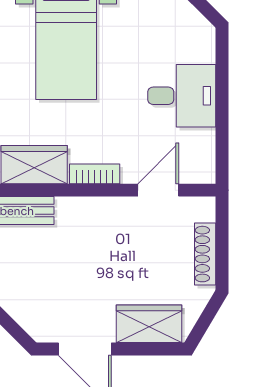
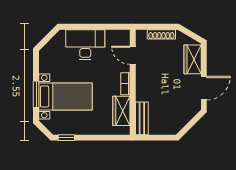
desk: (182, 96) -> (85, 45), width x1.37

